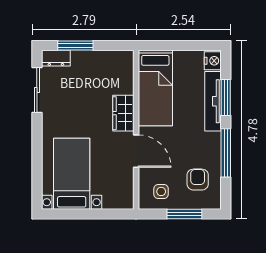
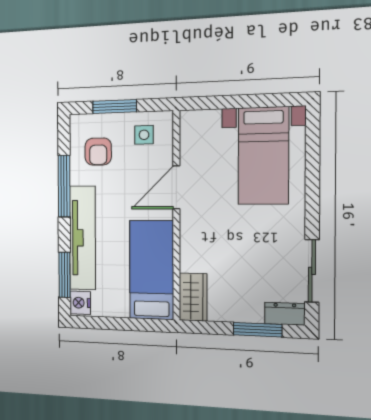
window: (226, 98) -> (64, 275), moved
tv unit: (213, 101) -> (82, 238), width x1.36, depth x1.29
wardrobe: (123, 113) -> (193, 297), moved
door: (136, 151) -> (176, 187), hinge flipped

